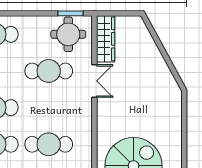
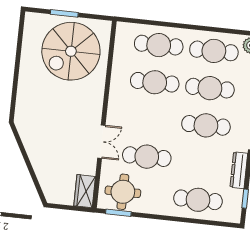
wardrobe: (106, 39) -> (85, 191), width x0.67
double door: (94, 81) -> (101, 142), swing flipped

